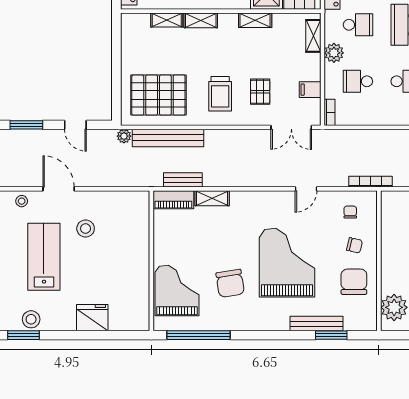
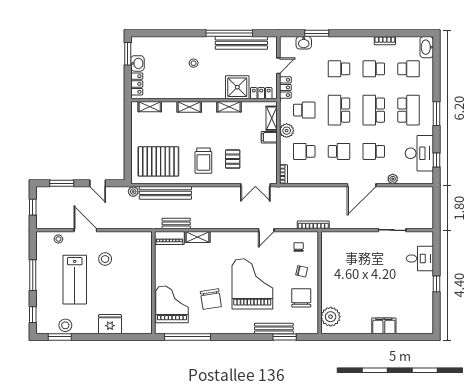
shelving: (167, 20) -> (150, 107), moved
filing cabinet: (310, 90) -> (269, 137), moved
lab bench: (44, 257) -> (75, 280), turned 180

